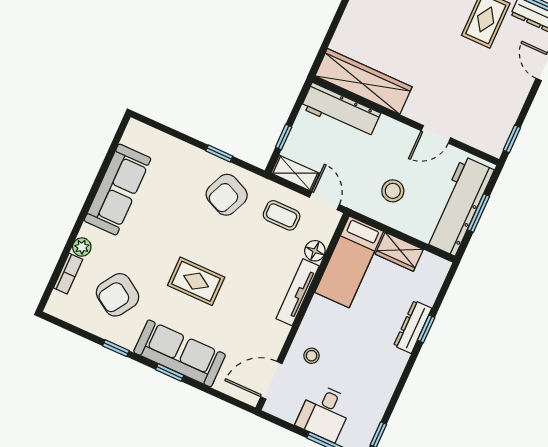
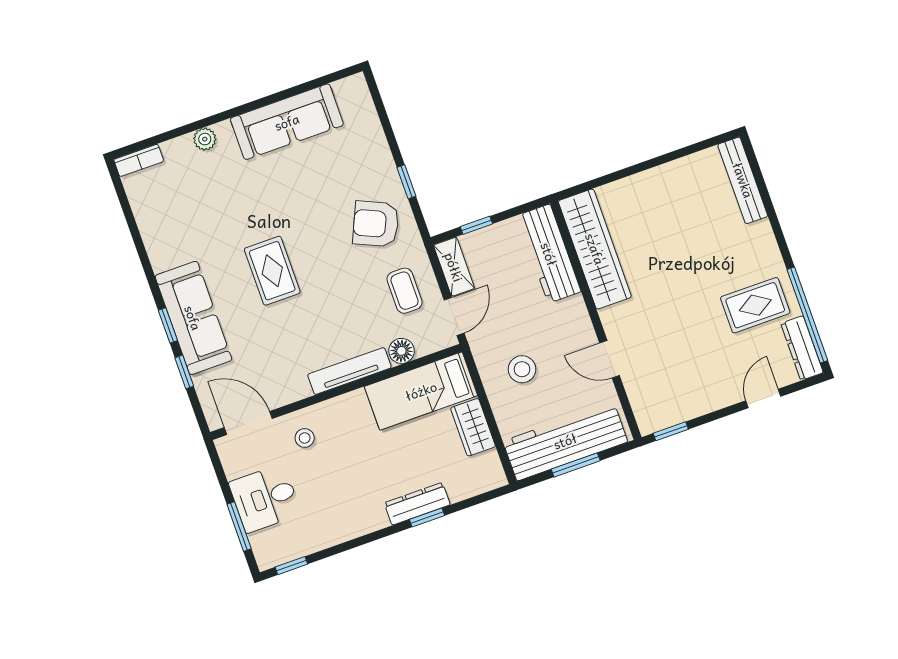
bookcase: (68, 274) -> (139, 160), moved
armchair: (118, 295) -> (193, 212), removed
window: (116, 348) -> (184, 372), moved

